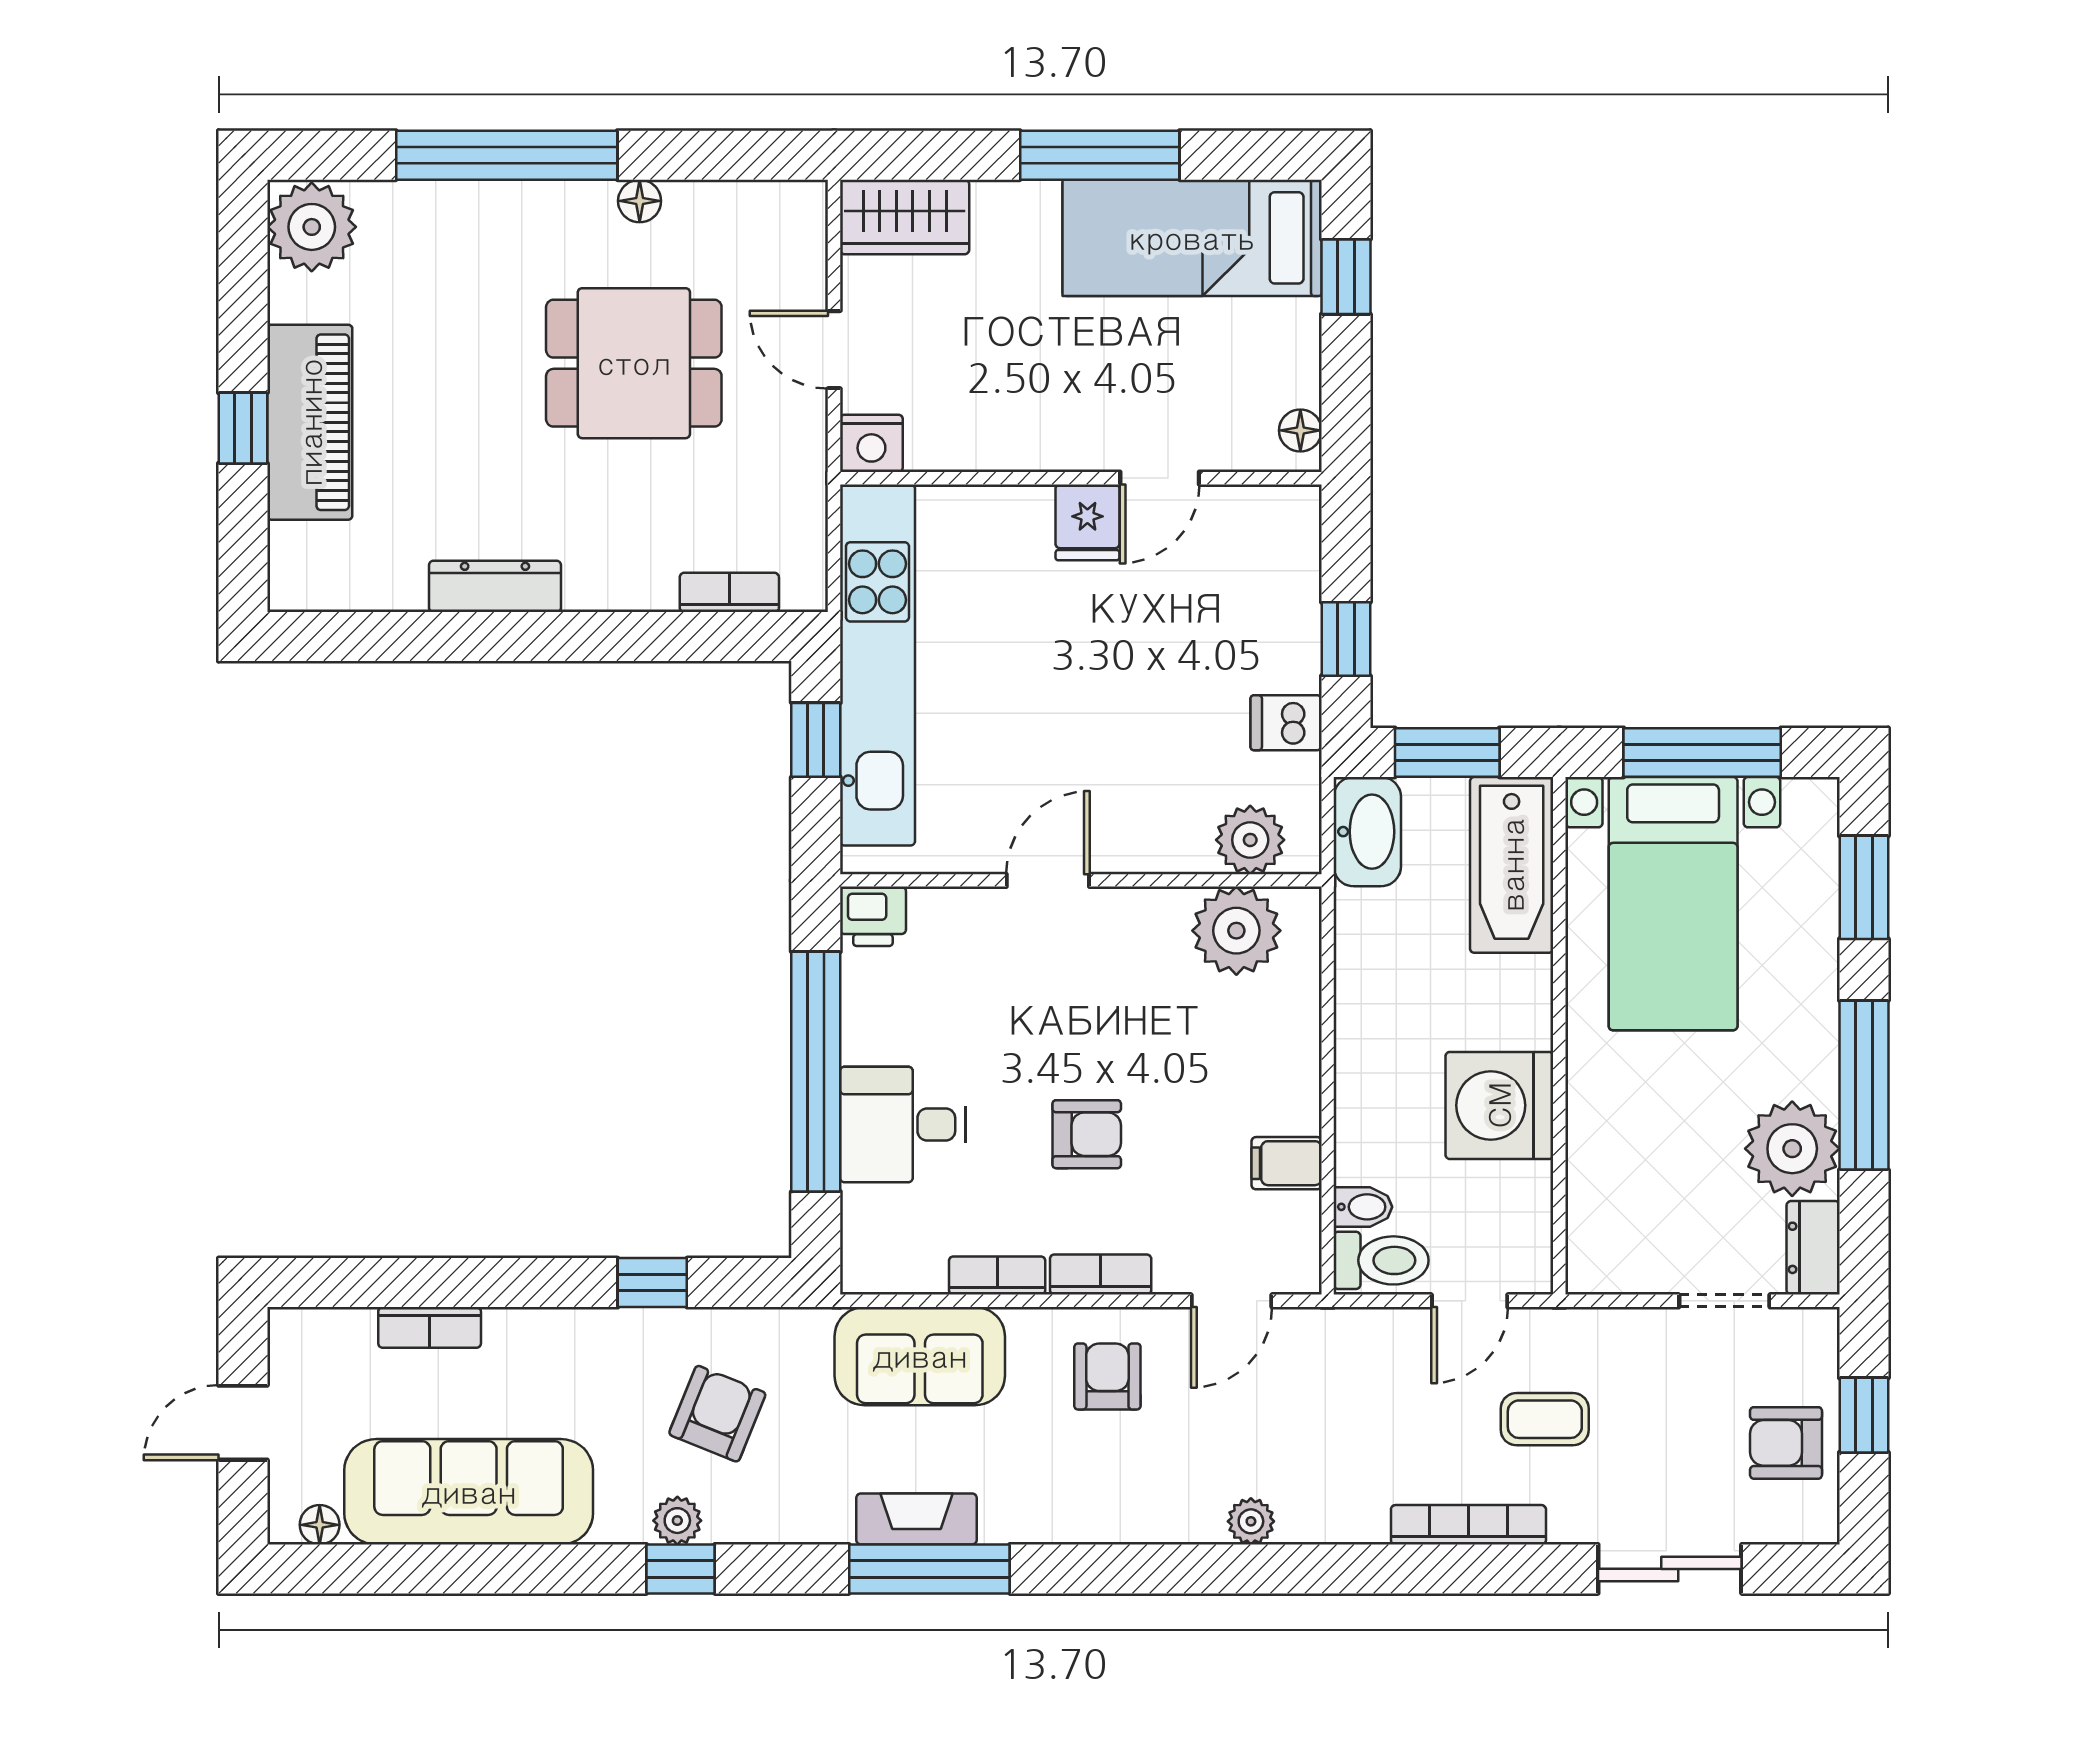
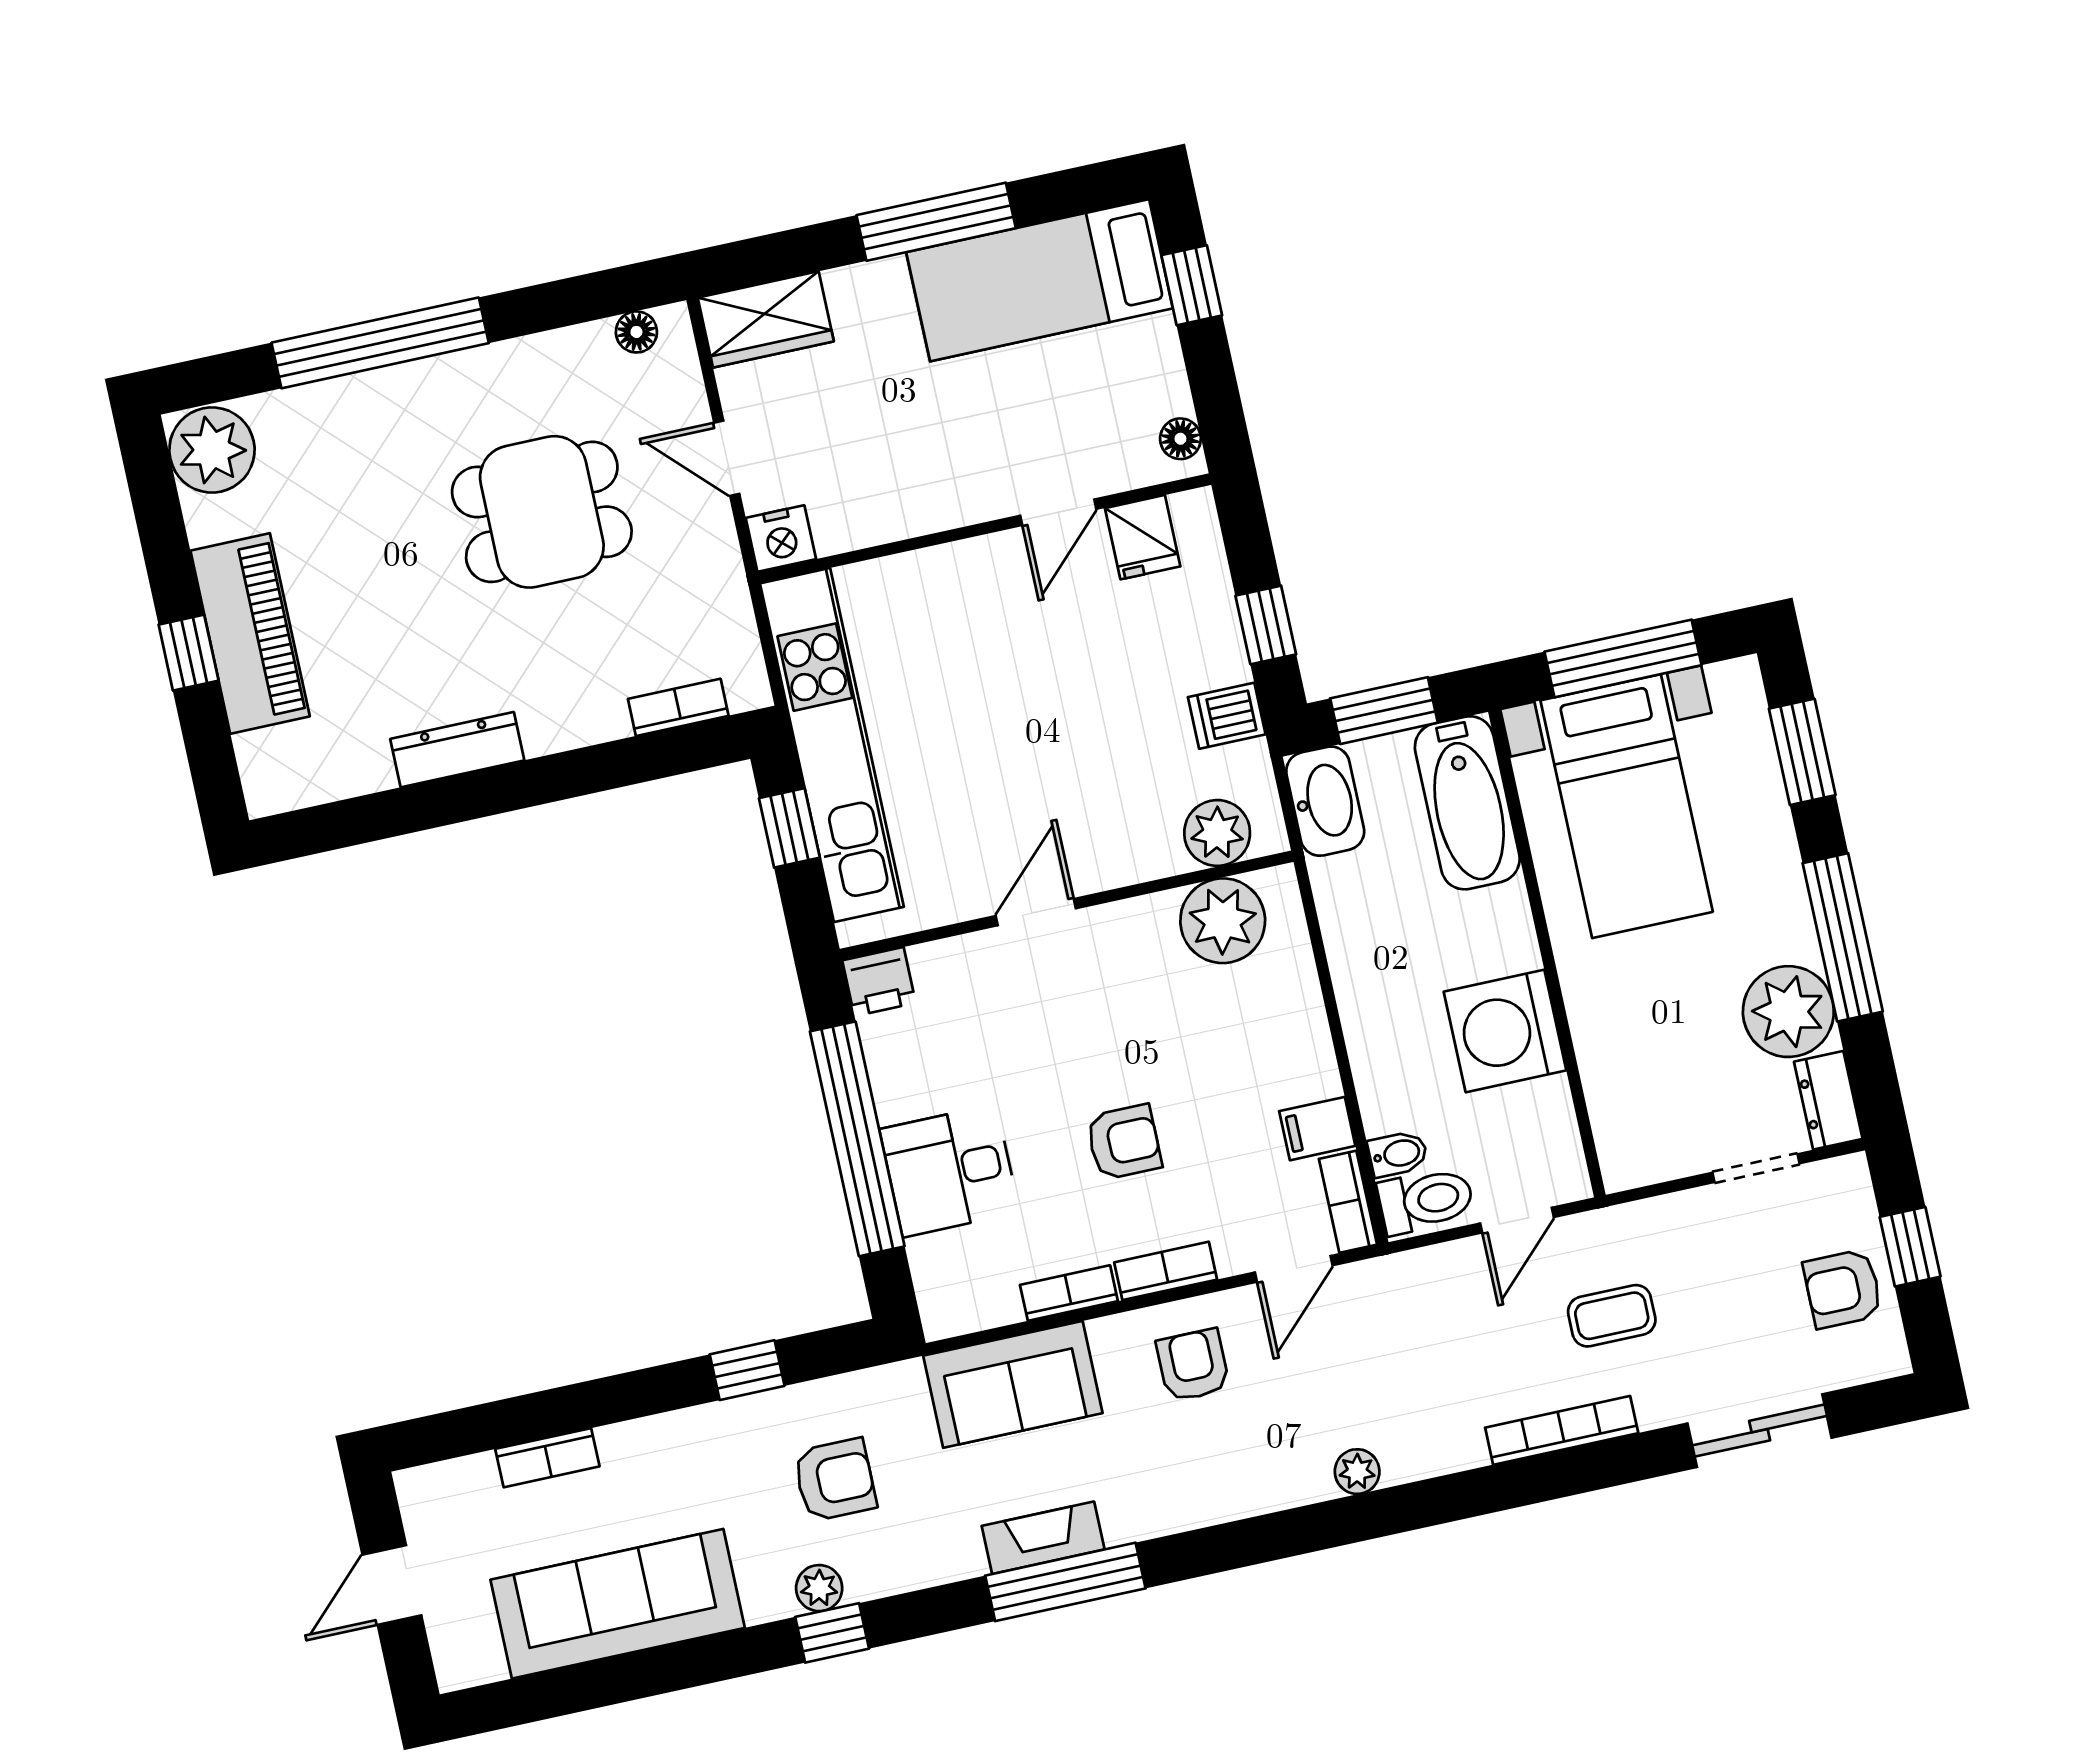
floor lamp: (640, 201) -> (636, 332), moved
fridge: (1087, 522) -> (1143, 537), moved
bookcase: (1301, 1245) -> (1348, 1202), added
armchair: (717, 1414) -> (835, 1480), turned 68
floor lamp: (320, 1525) -> (485, 1665), removed

